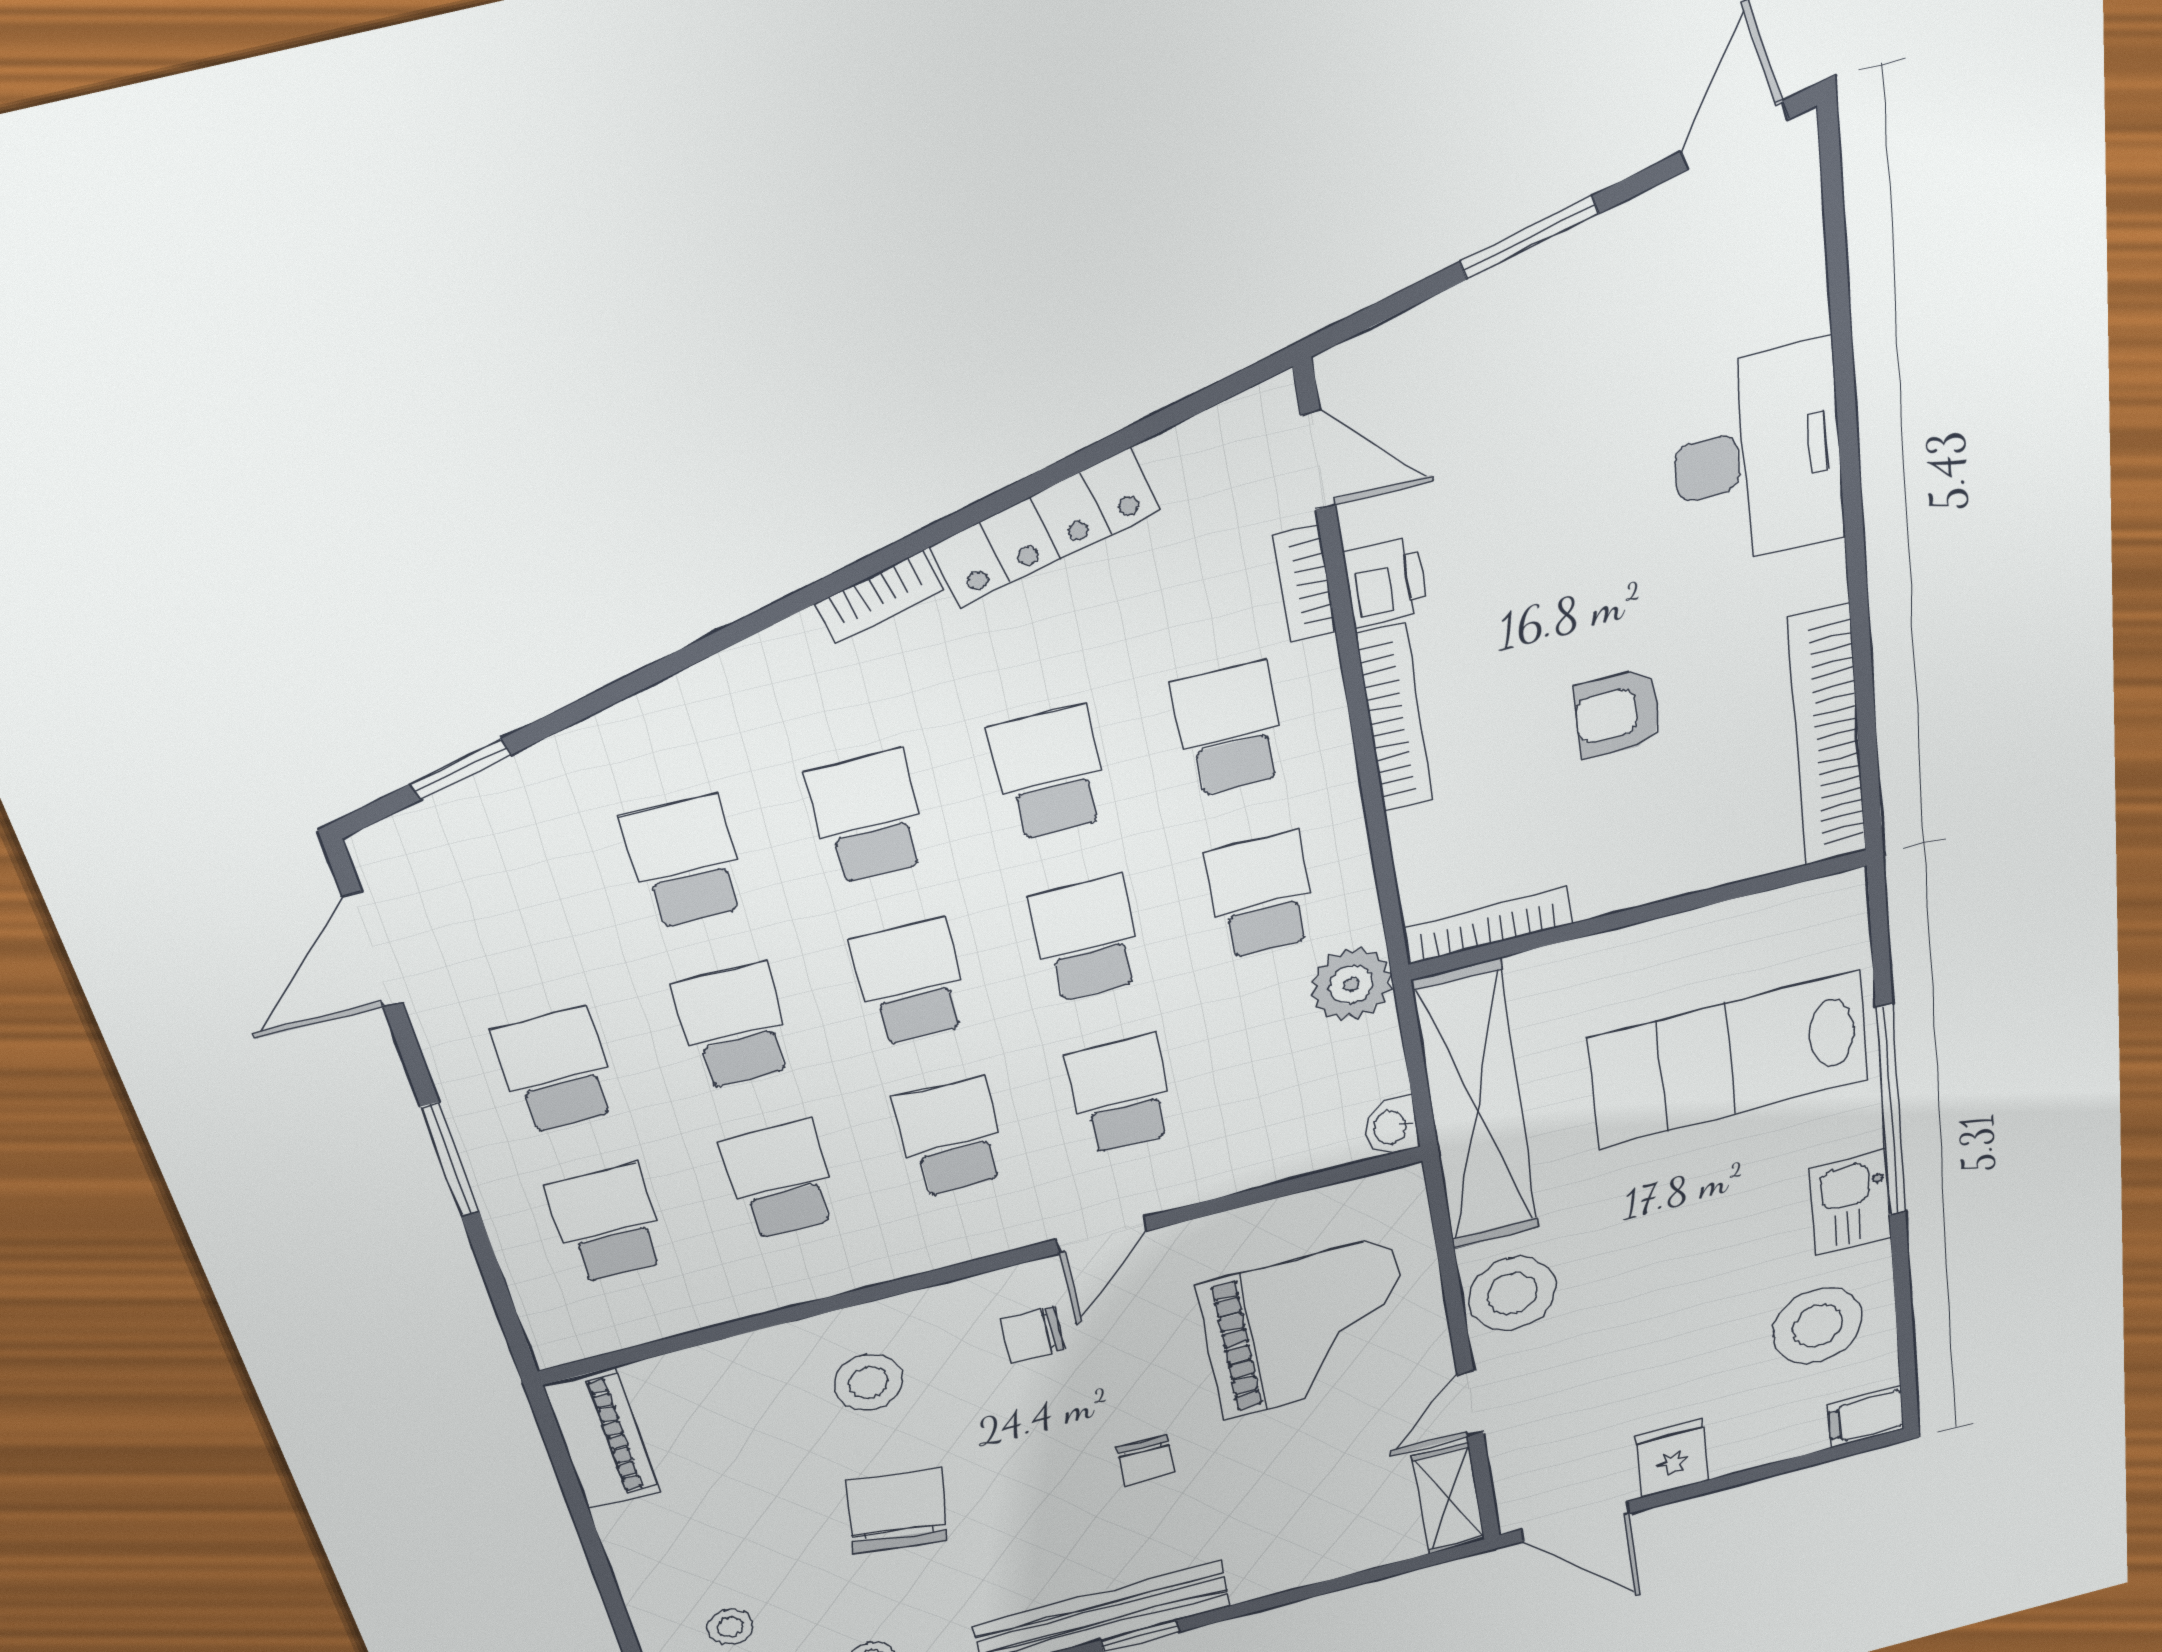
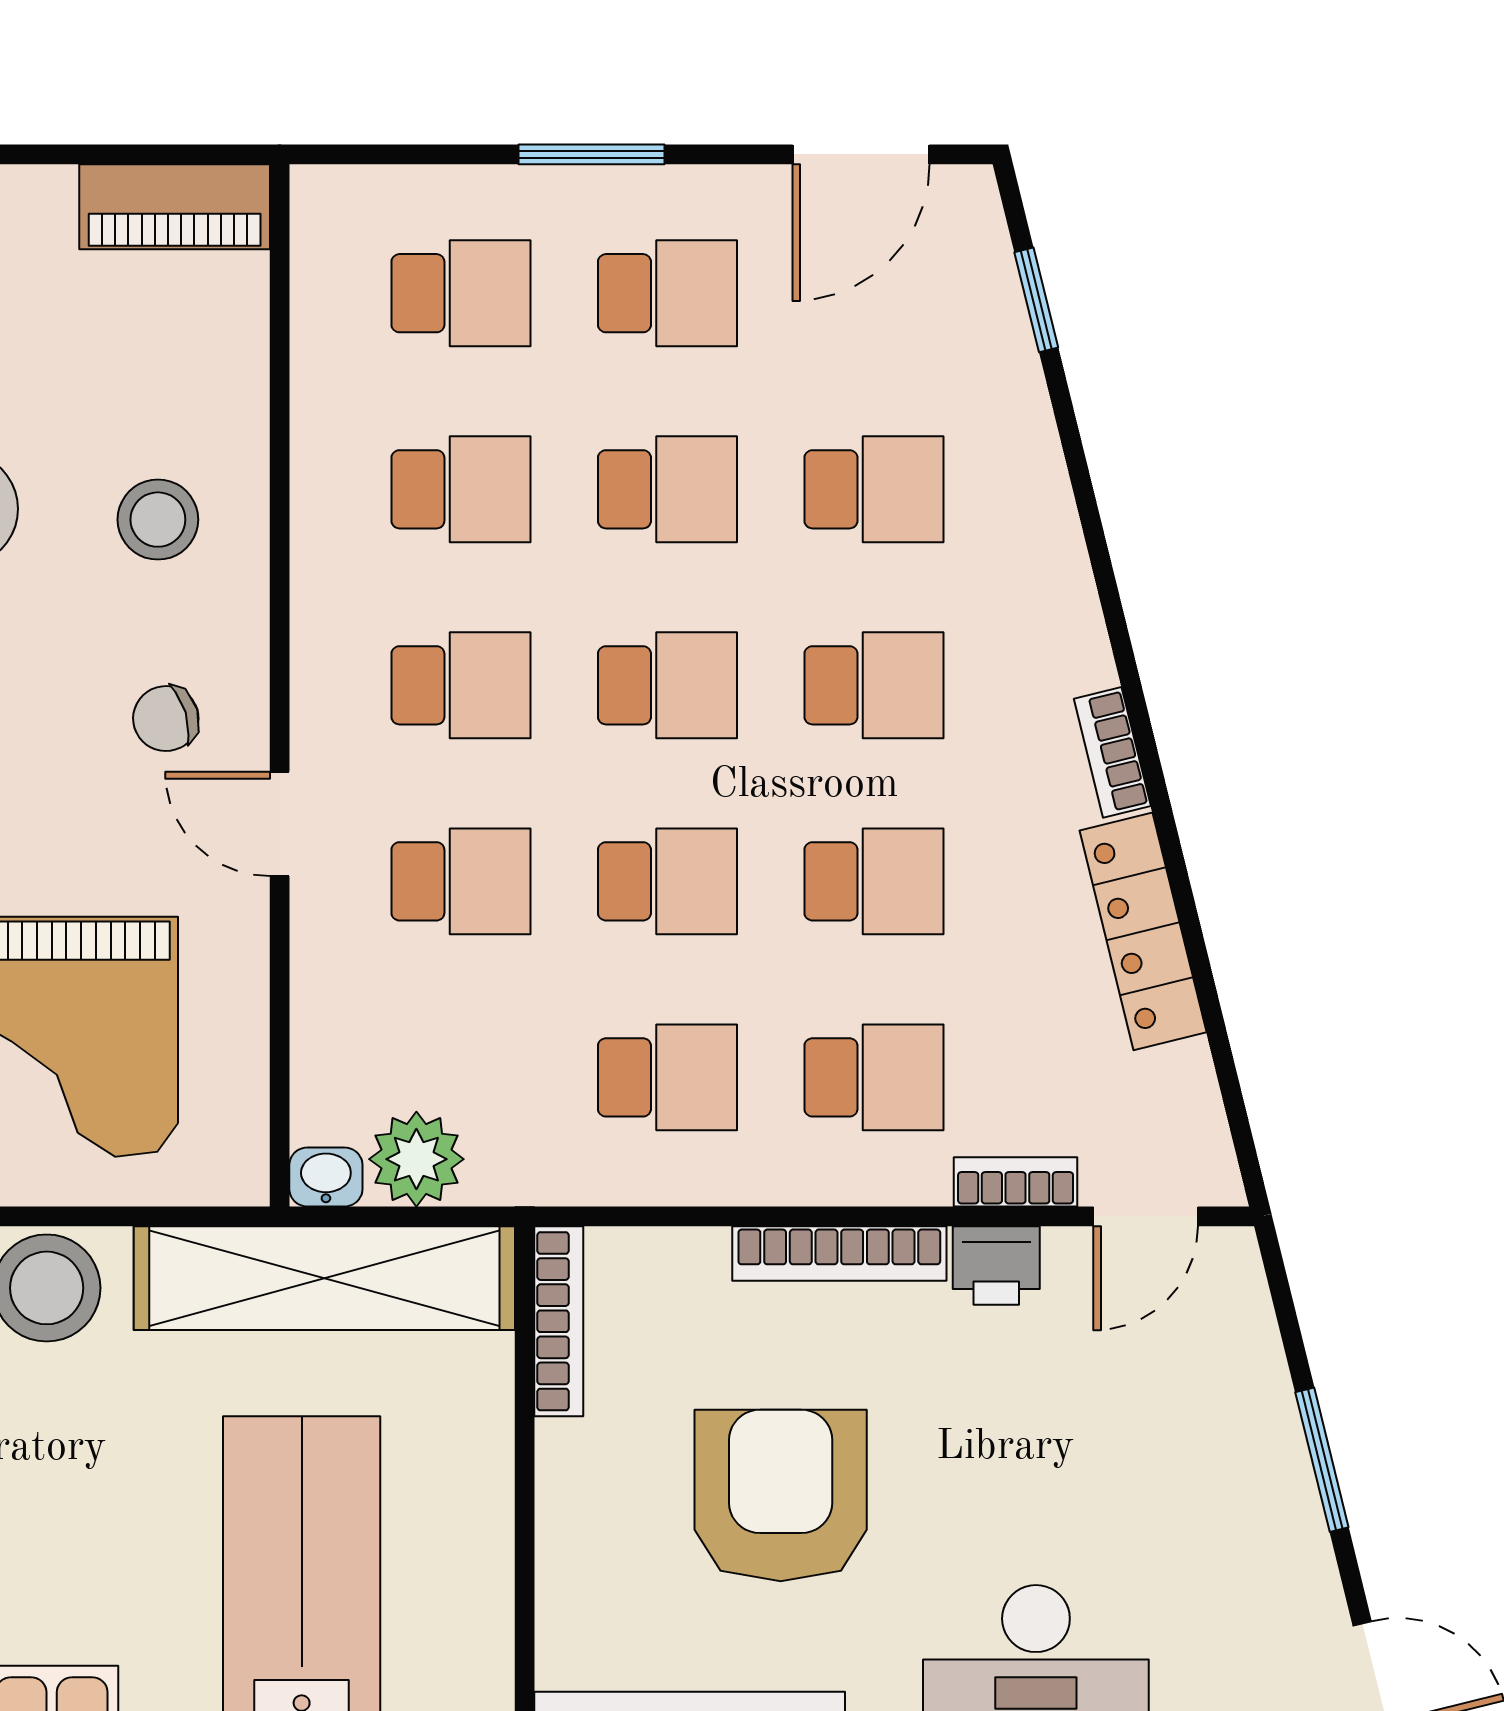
armchair: (1618, 713) -> (781, 1495), width x1.88, depth x1.88
door: (373, 950) -> (861, 154), swing flipped
plant: (1351, 985) -> (416, 1159), moved
chair: (1032, 1335) -> (166, 719), turned -107

